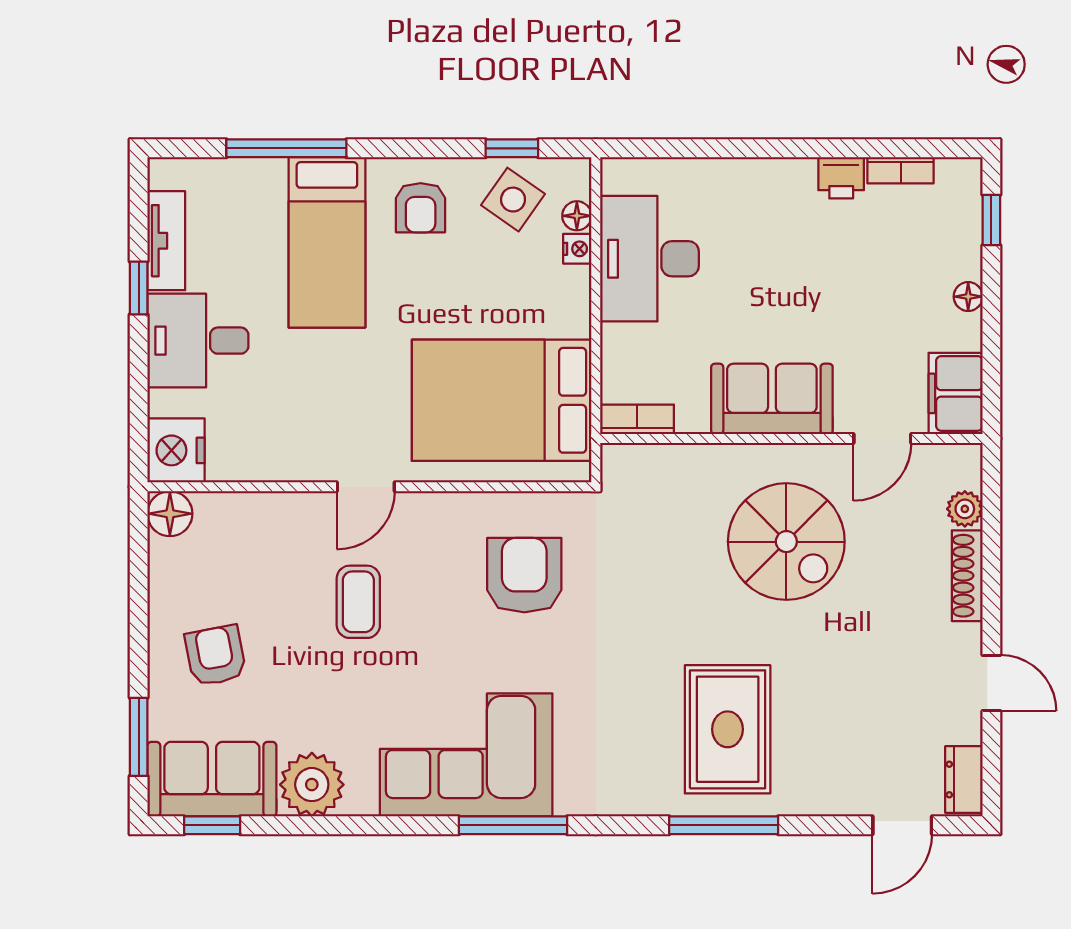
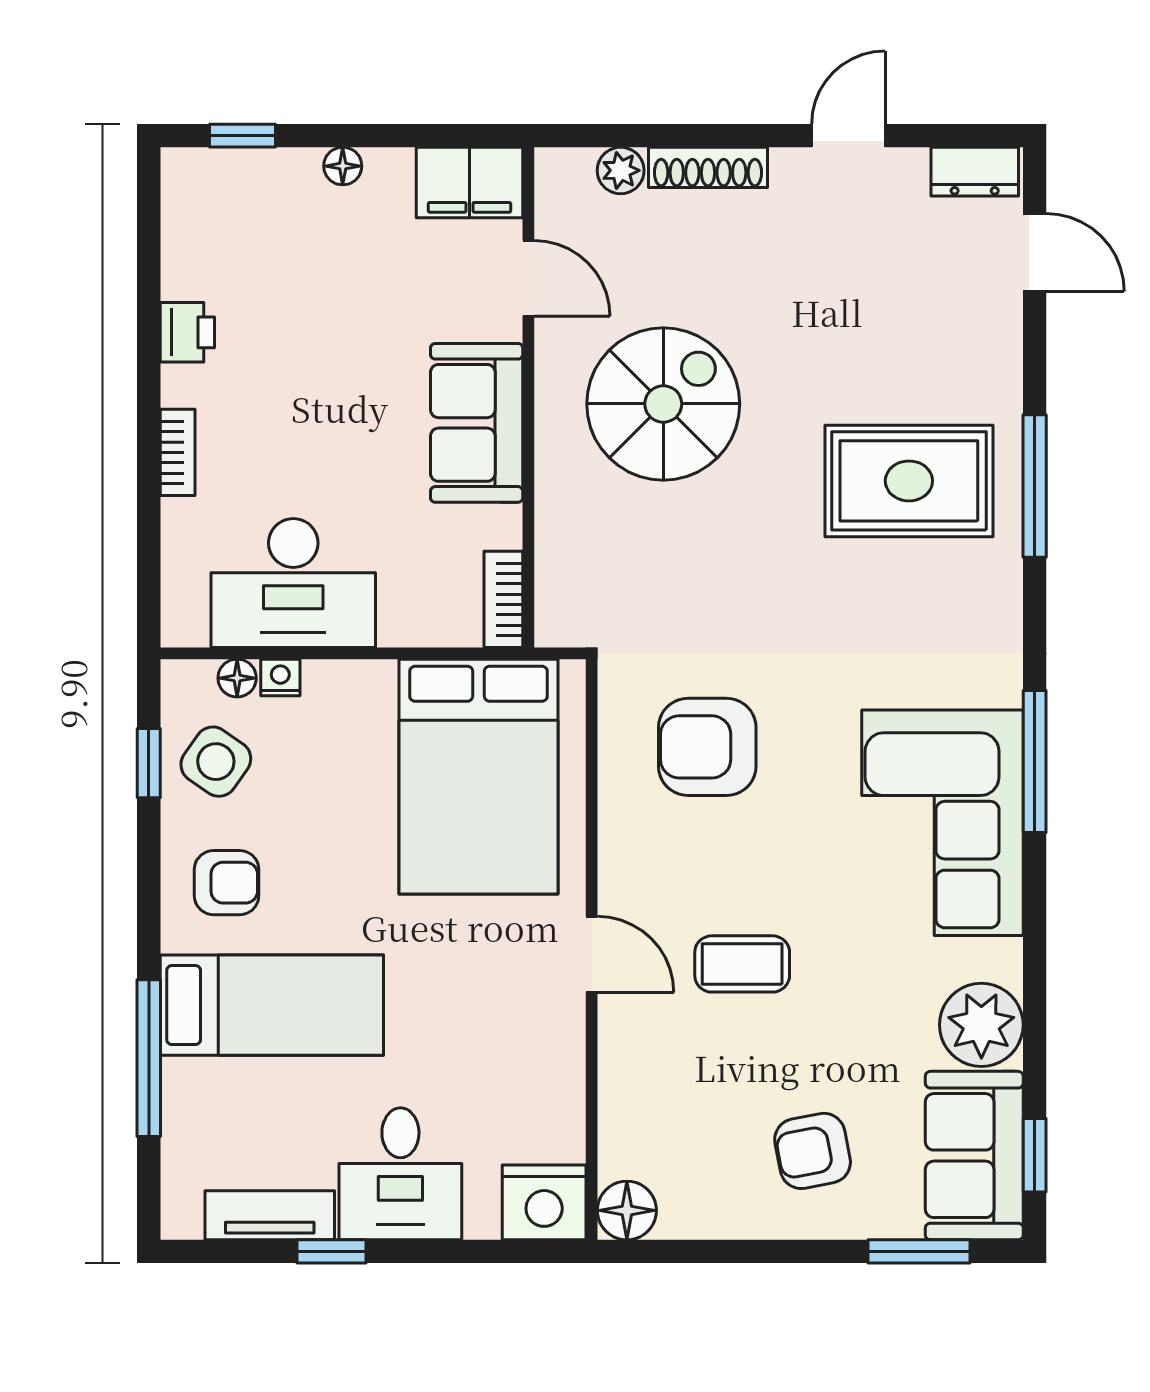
bookcase: (901, 170) -> (178, 452), moved

